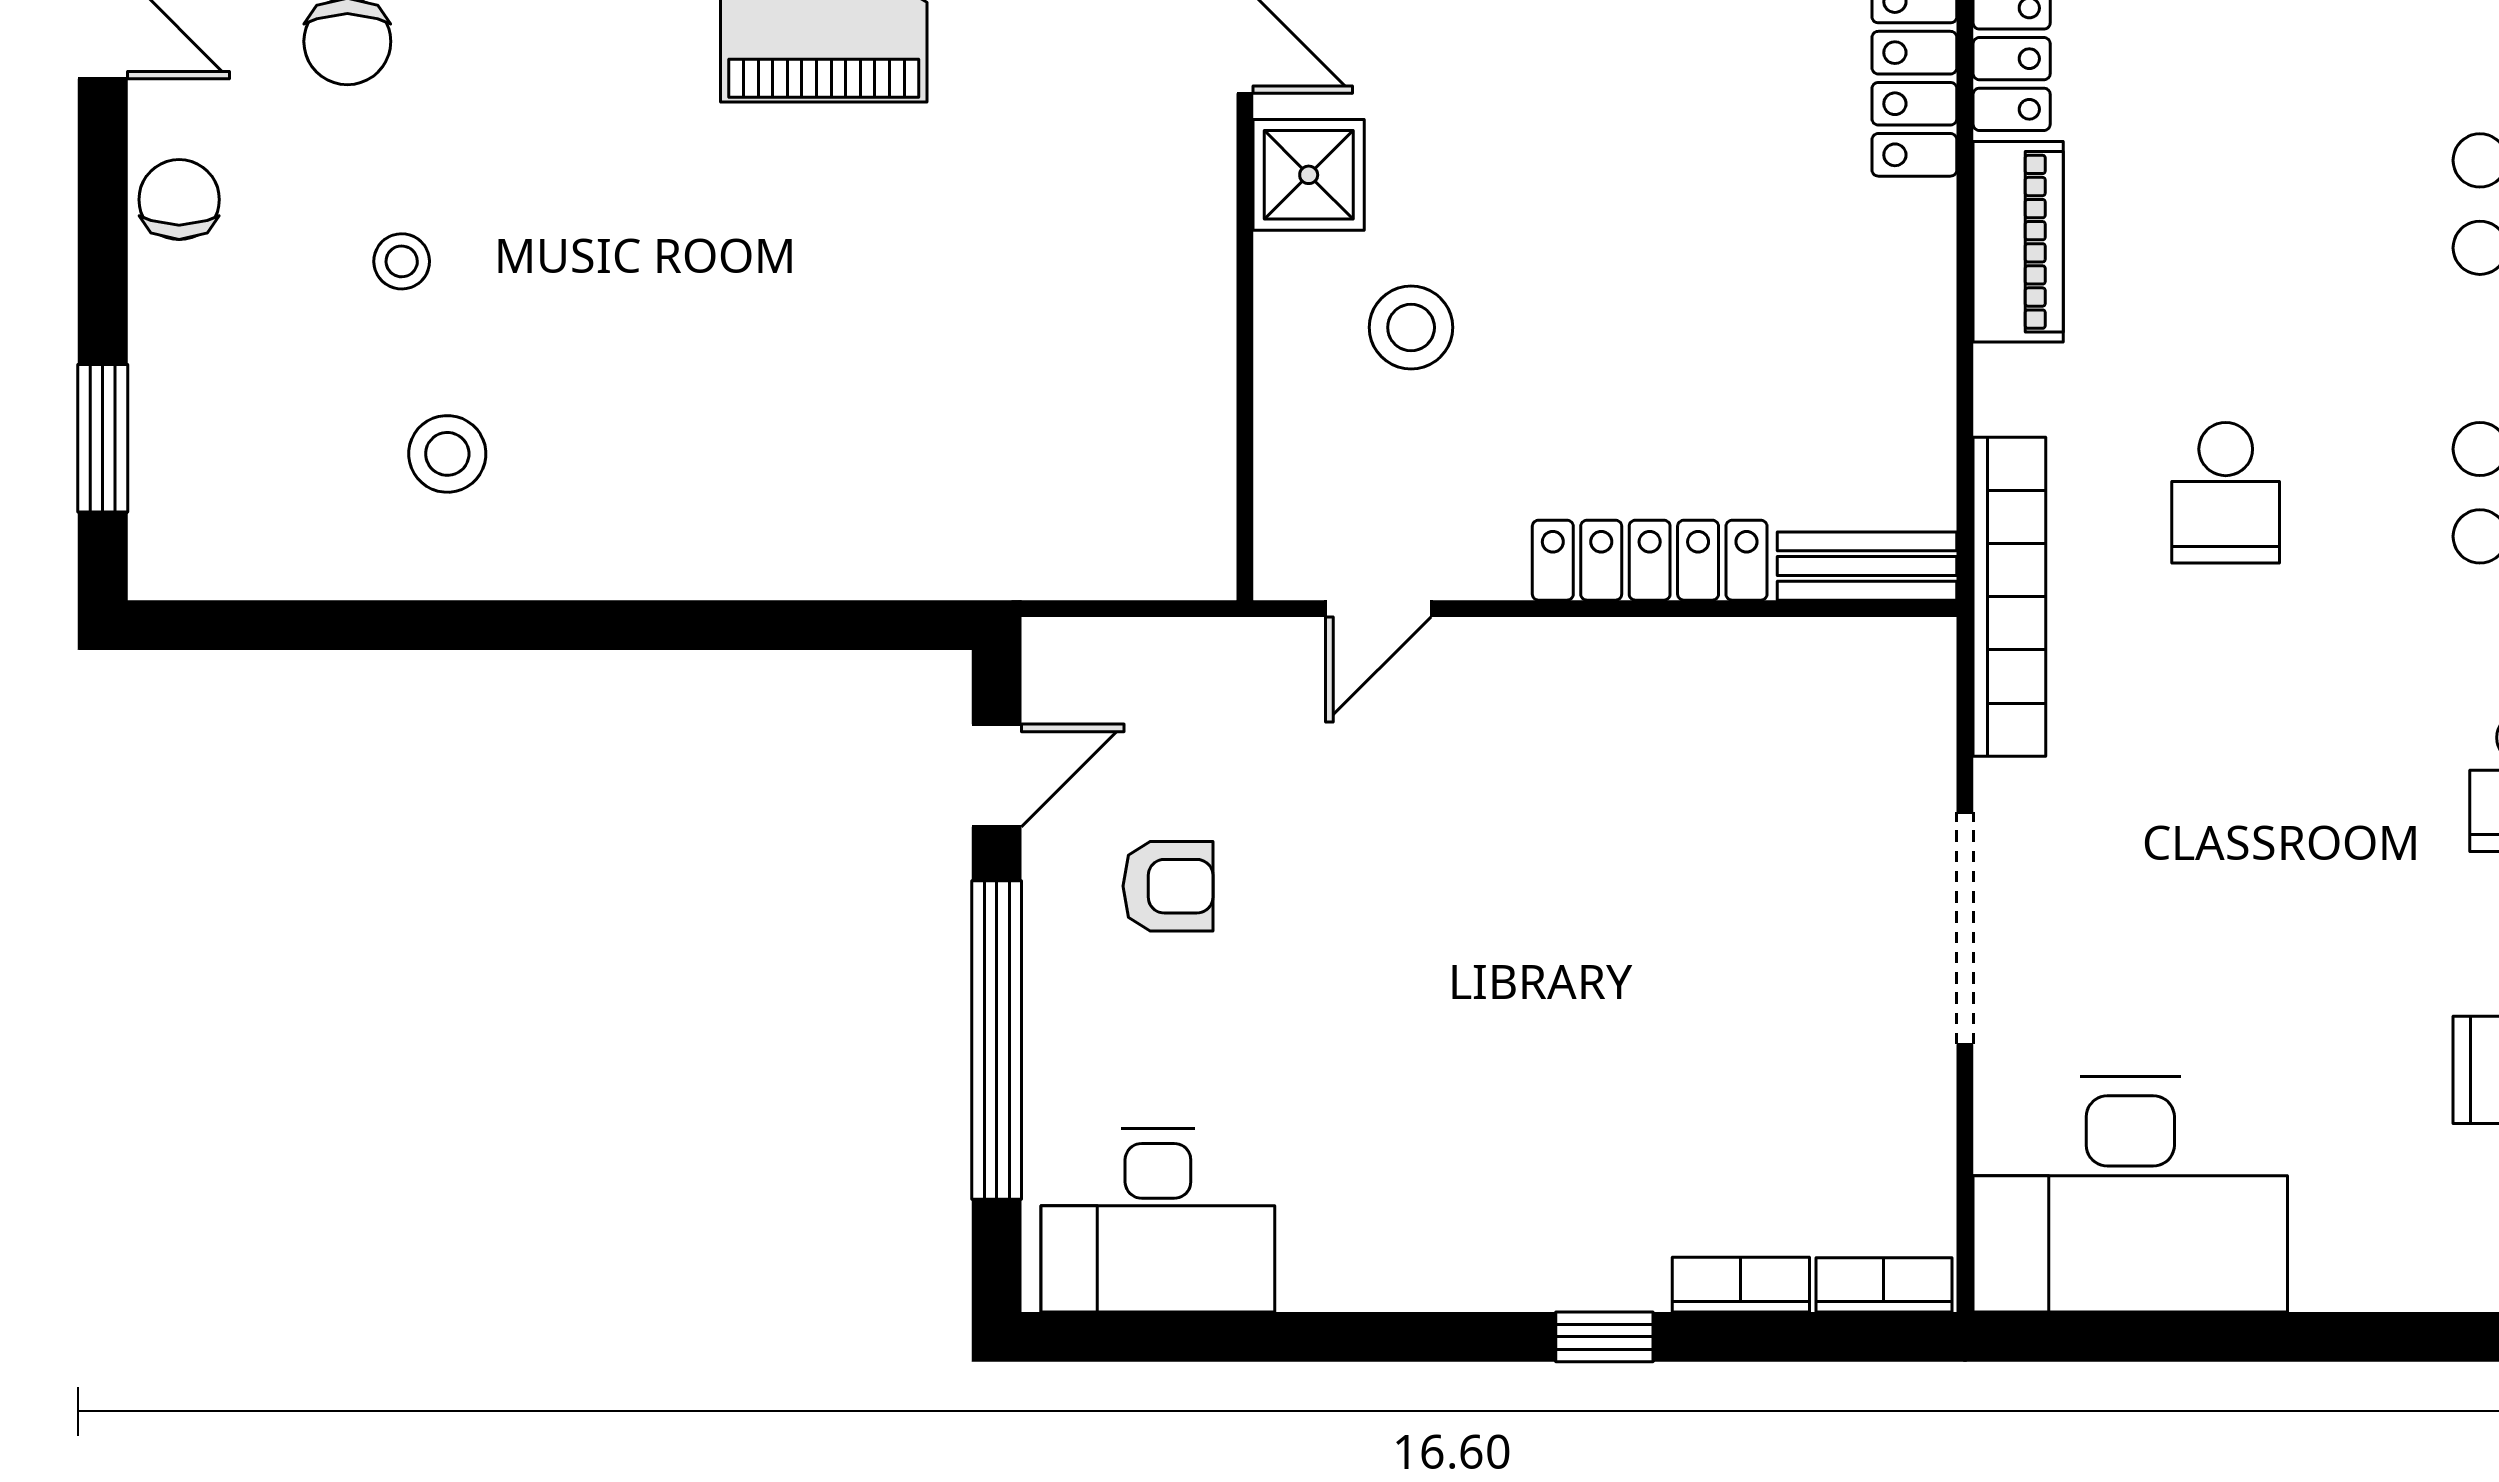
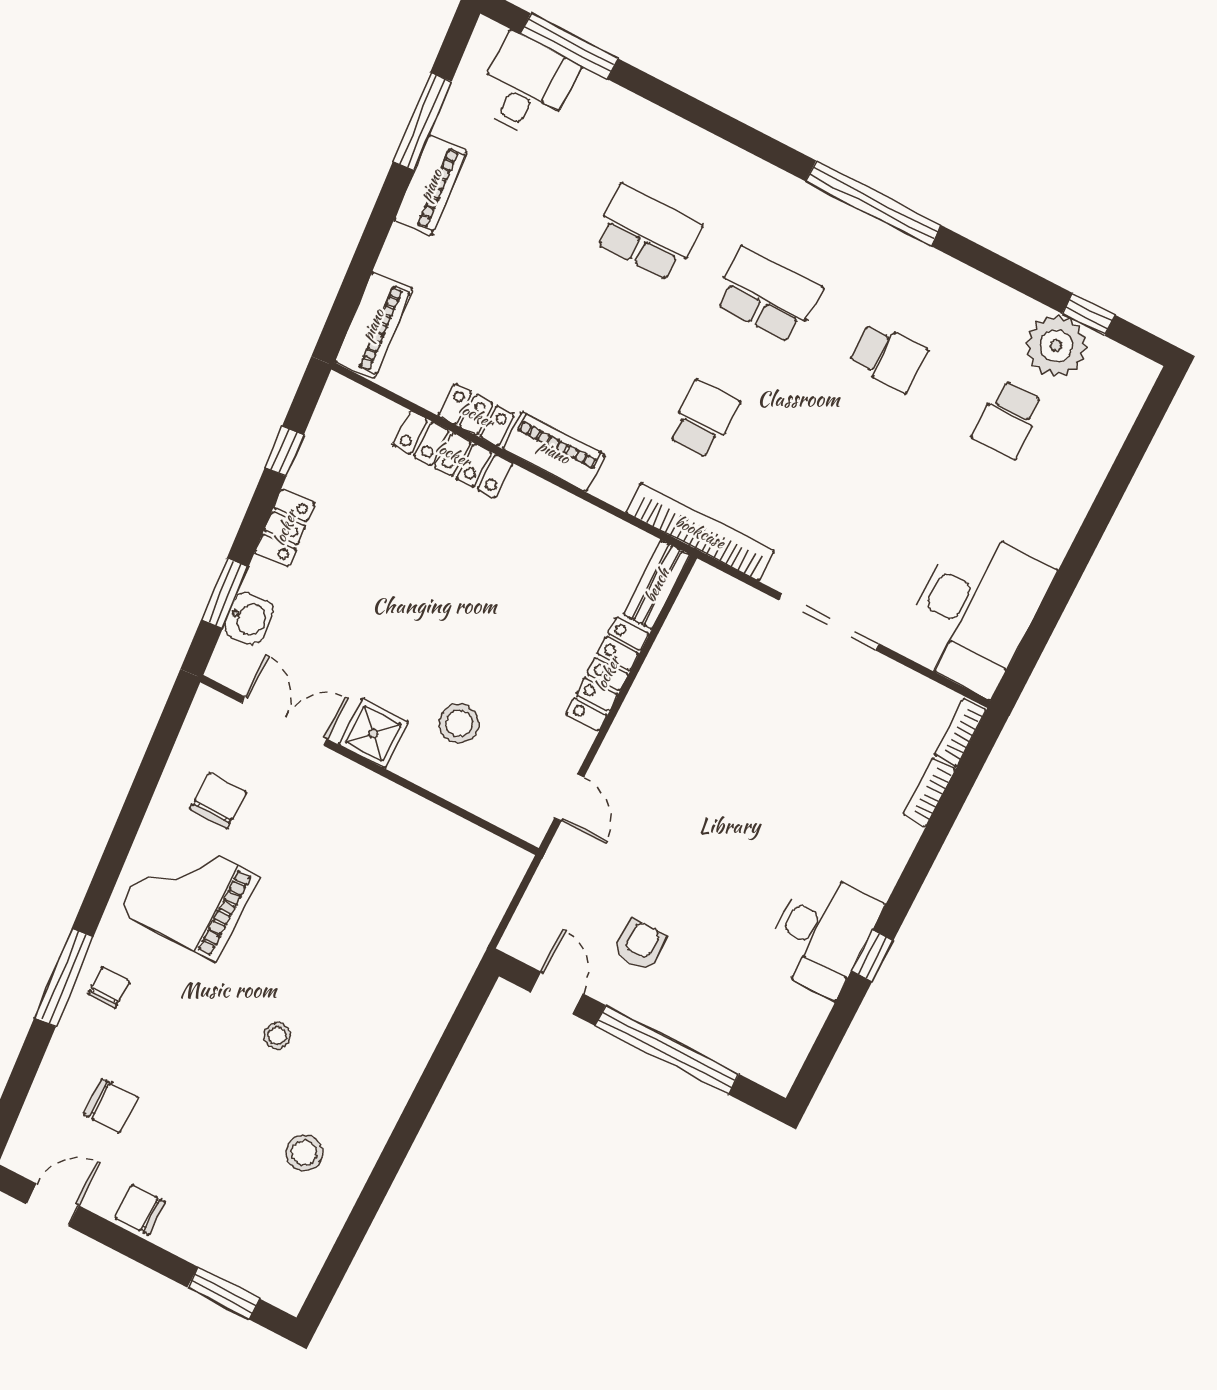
stool: (402, 261) -> (277, 1036), moved
school desk: (2226, 493) -> (703, 419), turned -90
desk: (1158, 1220) -> (822, 933), moved
window: (1604, 1337) -> (872, 956), moved

